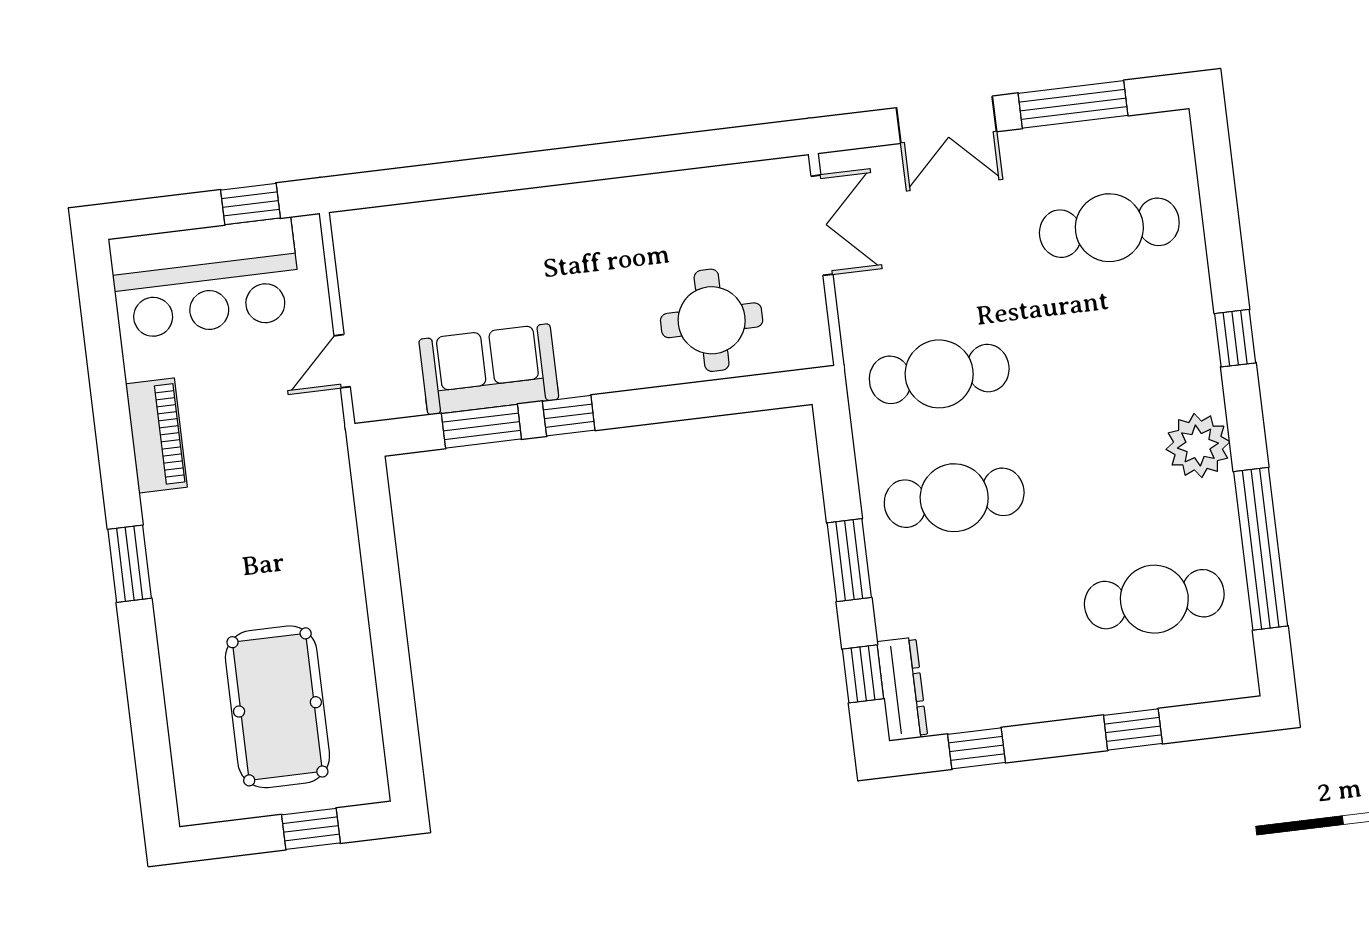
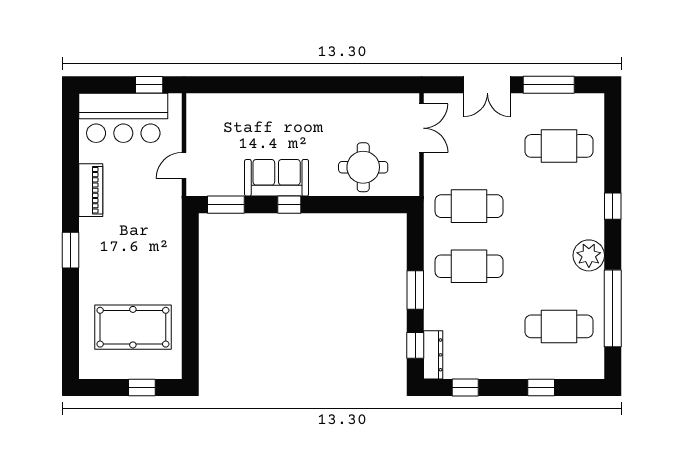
sofa: (489, 369) -> (277, 178), moved
window: (481, 426) -> (226, 205), moved
pool table: (277, 707) -> (133, 327), turned 90

